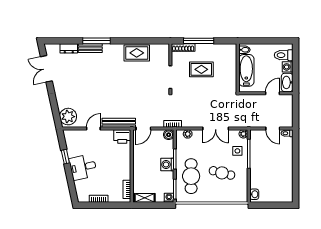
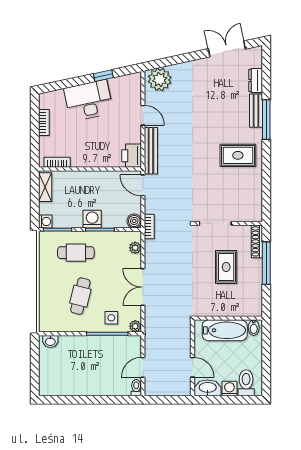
rug: (137, 53) -> (238, 155), moved, turned 90
desk: (83, 167) -> (89, 100), width x1.37
cafe table: (191, 176) -> (76, 253), width x0.73, depth x0.74

